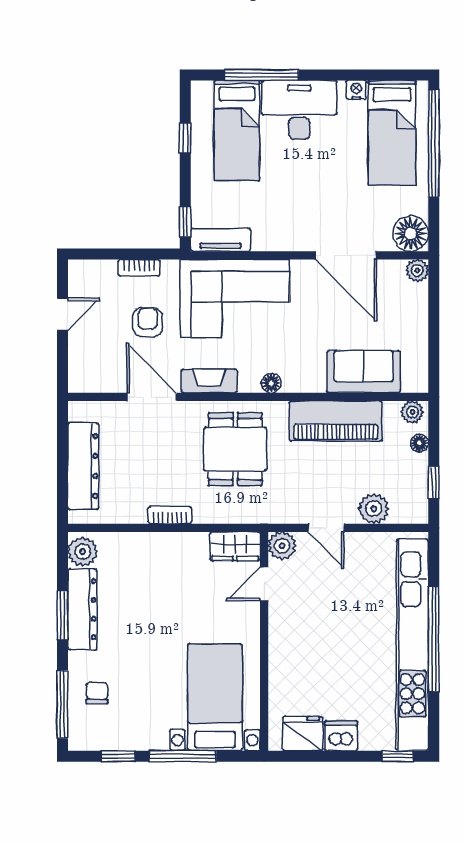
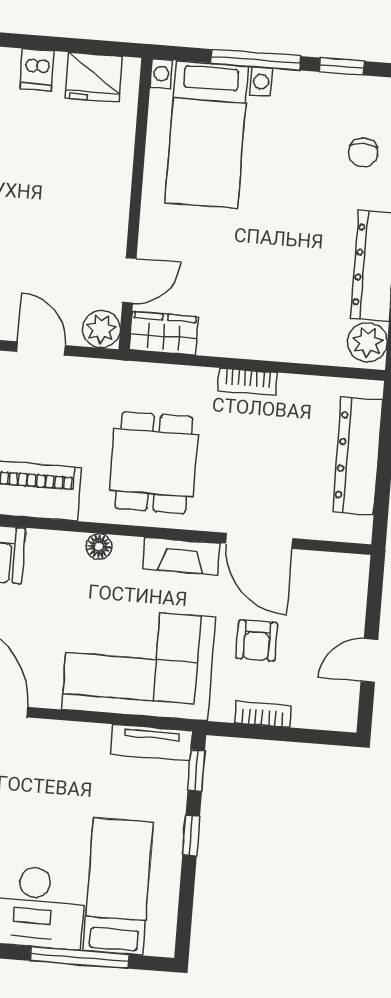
window: (185, 138) -> (191, 836), moved
dishwasher: (341, 736) -> (37, 70), width x0.73

